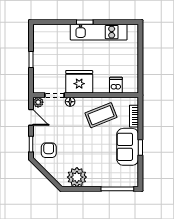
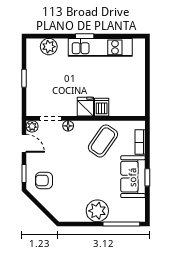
plant: (53, 31) -> (49, 47), added
fridge: (79, 82) -> (85, 107), width x0.53, depth x0.75
dishwasher: (116, 85) -> (102, 107), moved
coffee table: (101, 115) -> (103, 141), turned -33
armchair: (49, 150) -> (44, 180), turned -90
plant: (77, 177) -> (97, 211), moved

